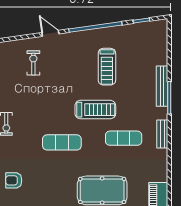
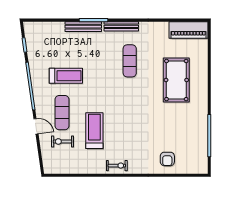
door: (50, 33) -> (36, 126), swing flipped
treadmill: (95, 110) -> (94, 131), moved
bench: (162, 134) -> (121, 26), width x1.36
exercise mat: (62, 142) -> (62, 113), moved

